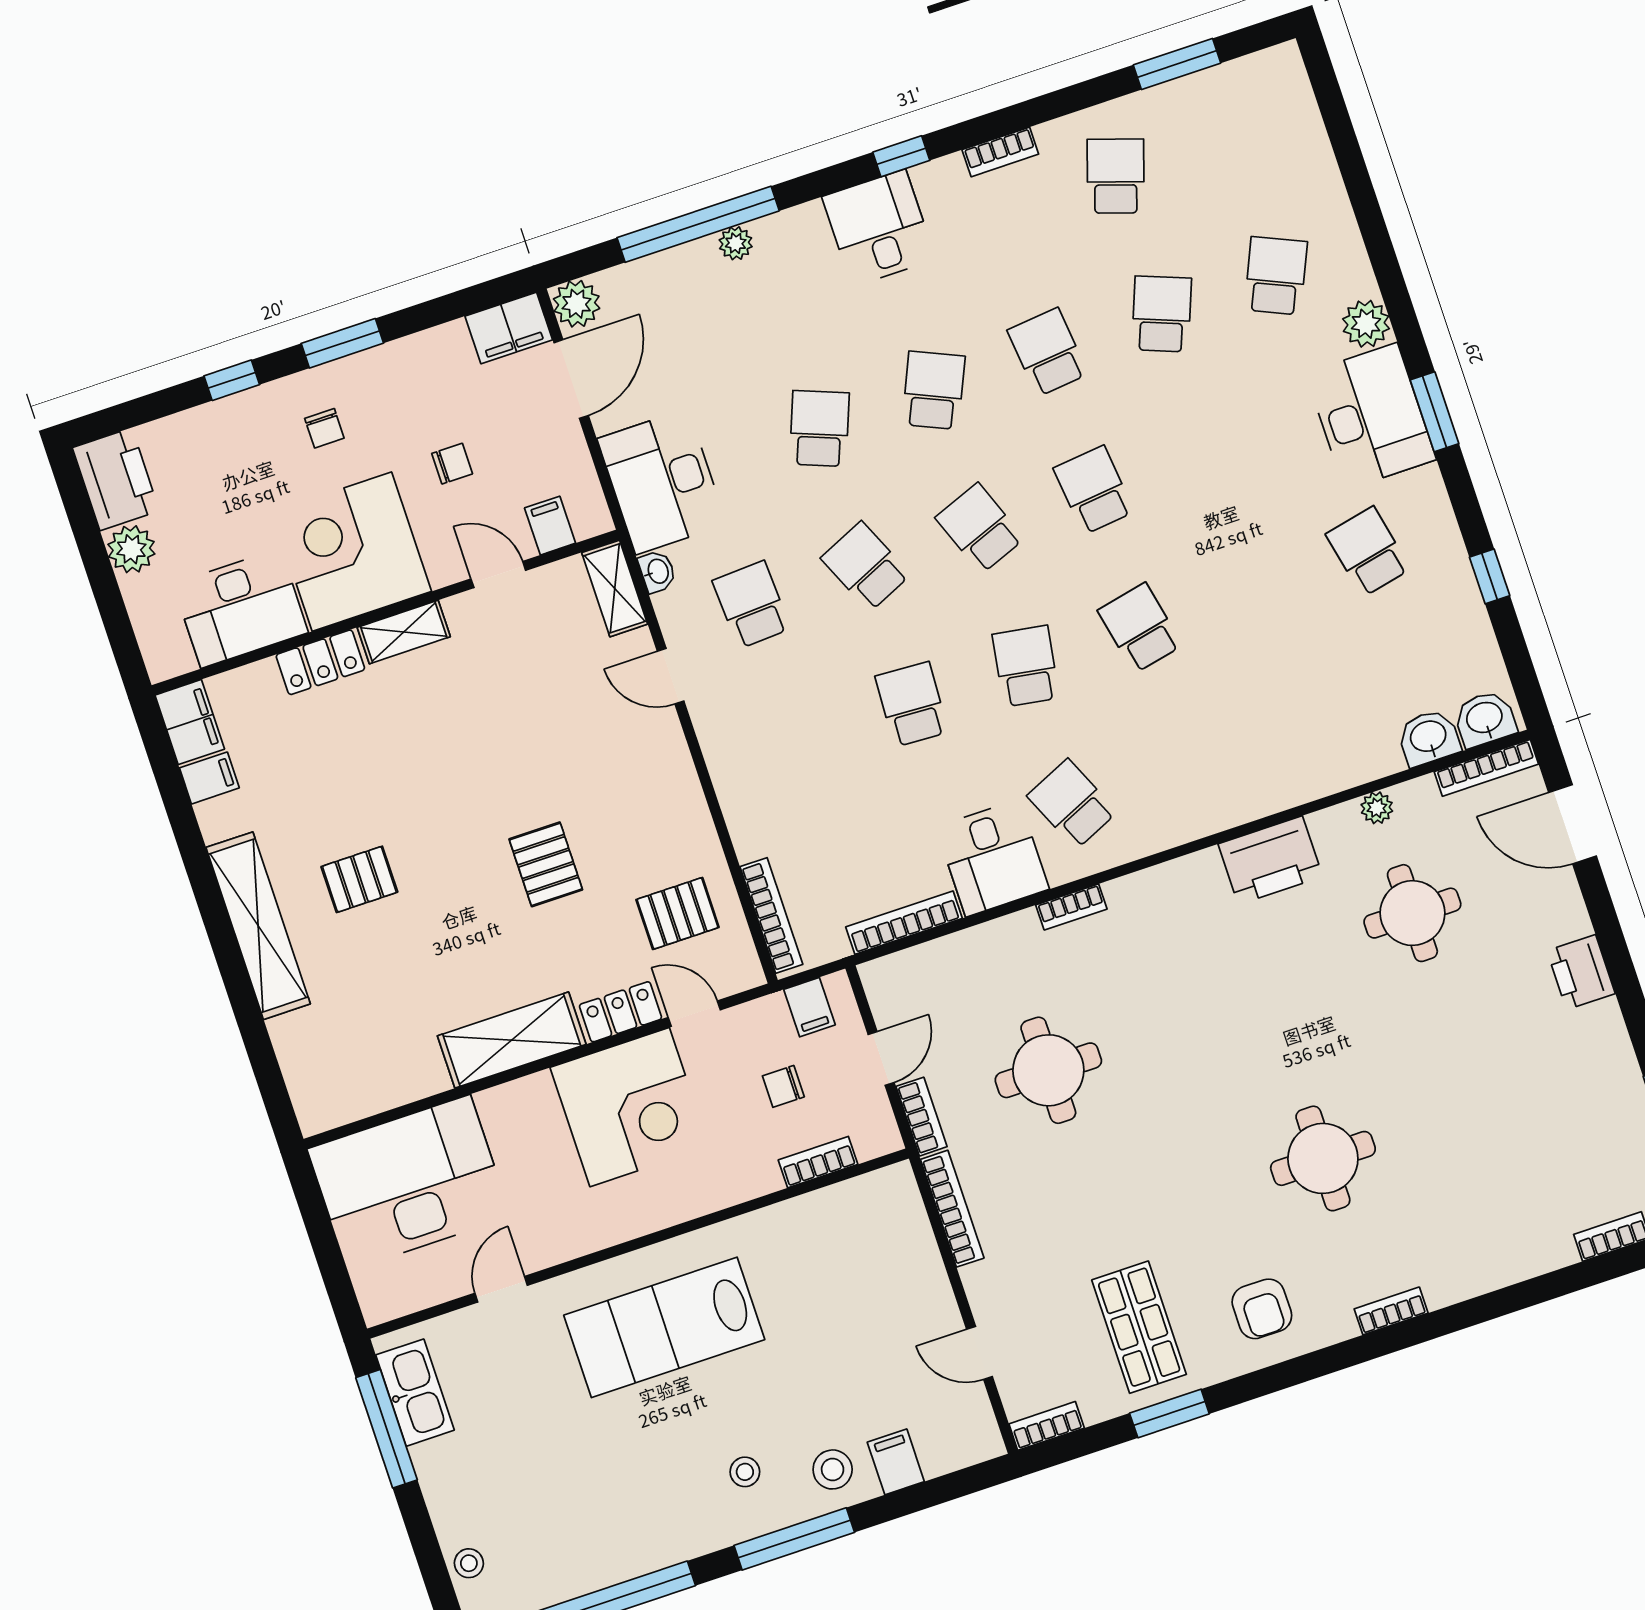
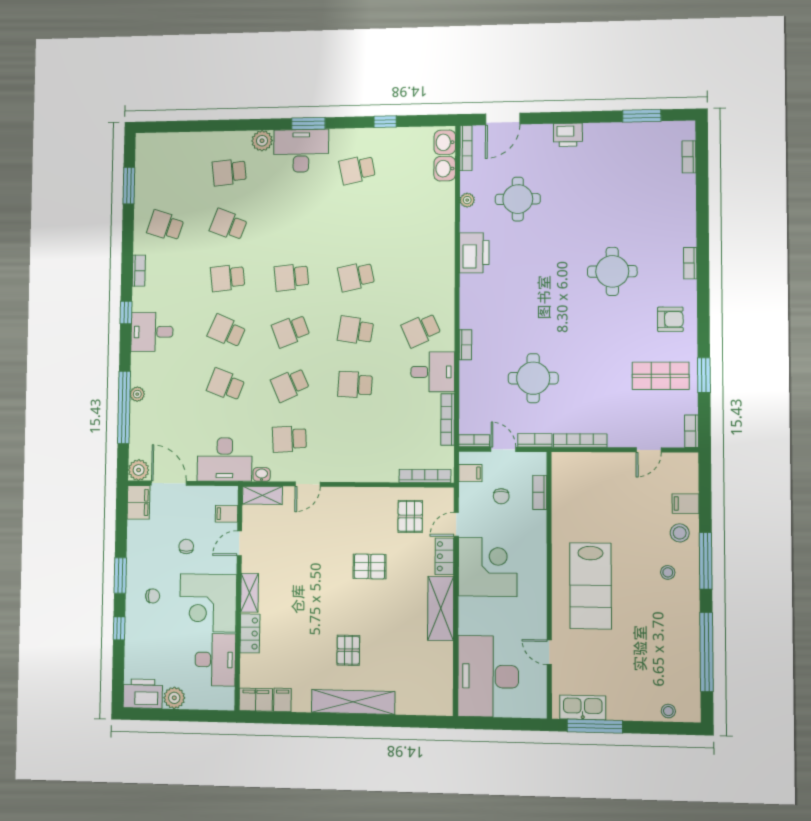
school desk: (1276, 276) -> (229, 172), turned -30
bookcase: (879, 993) -> (474, 441), added

